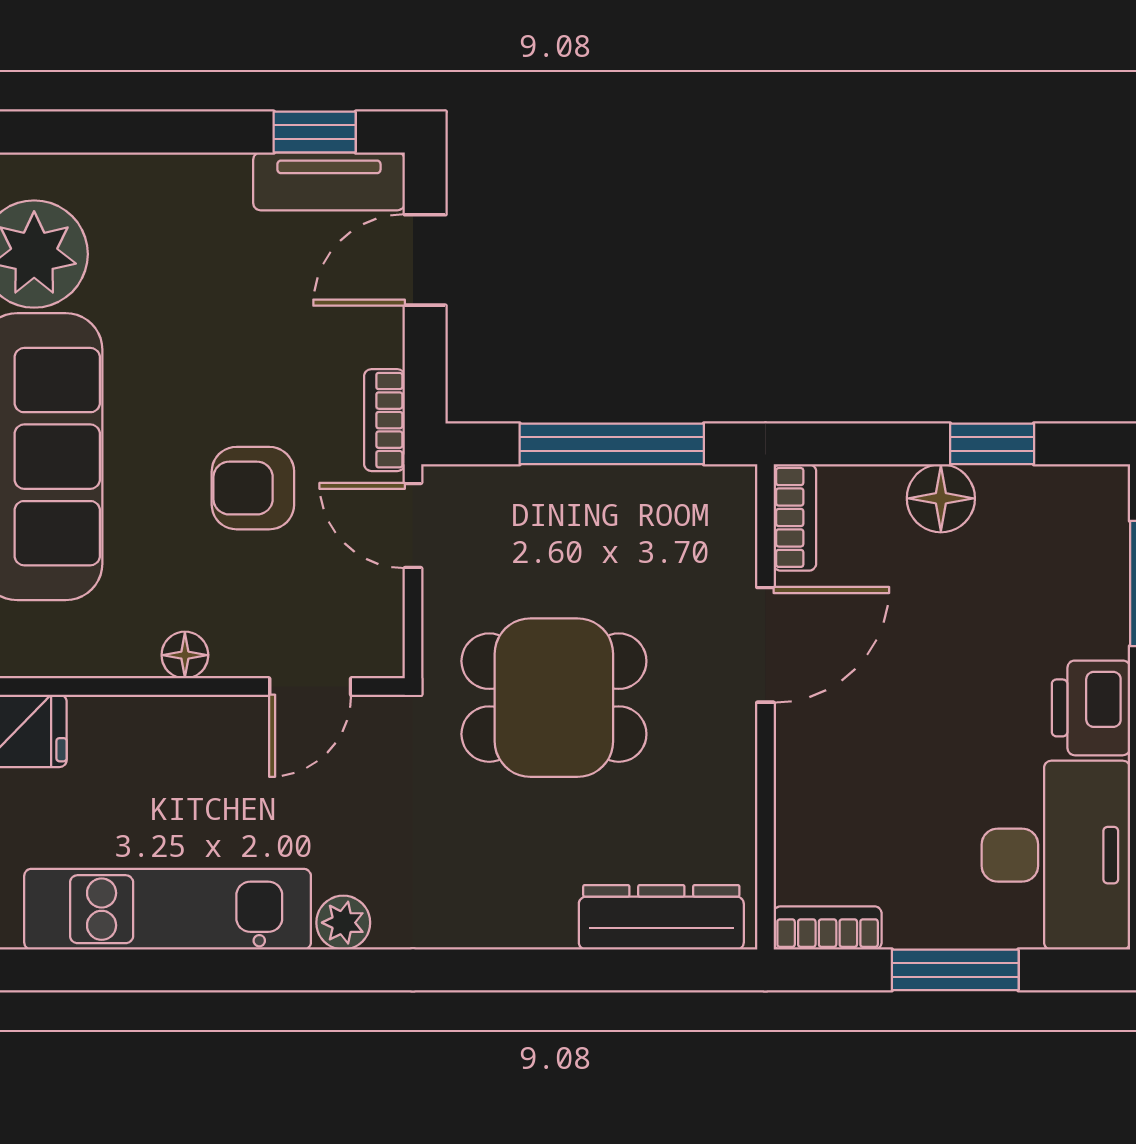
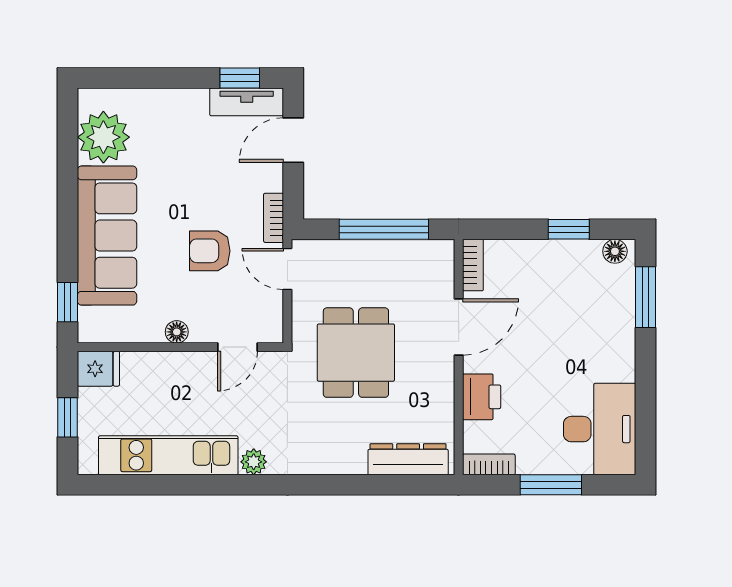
floor lamp: (941, 498) -> (615, 251), moved, width x0.73, depth x0.73
dining table: (554, 698) -> (356, 353), turned 90
printer: (1091, 708) -> (482, 397), moved, turned 180

